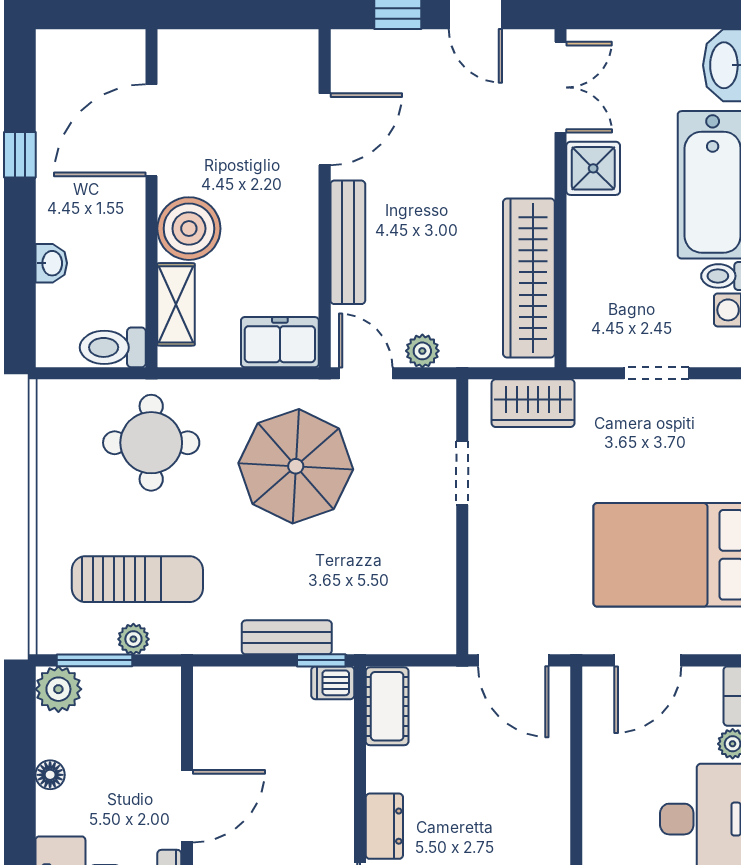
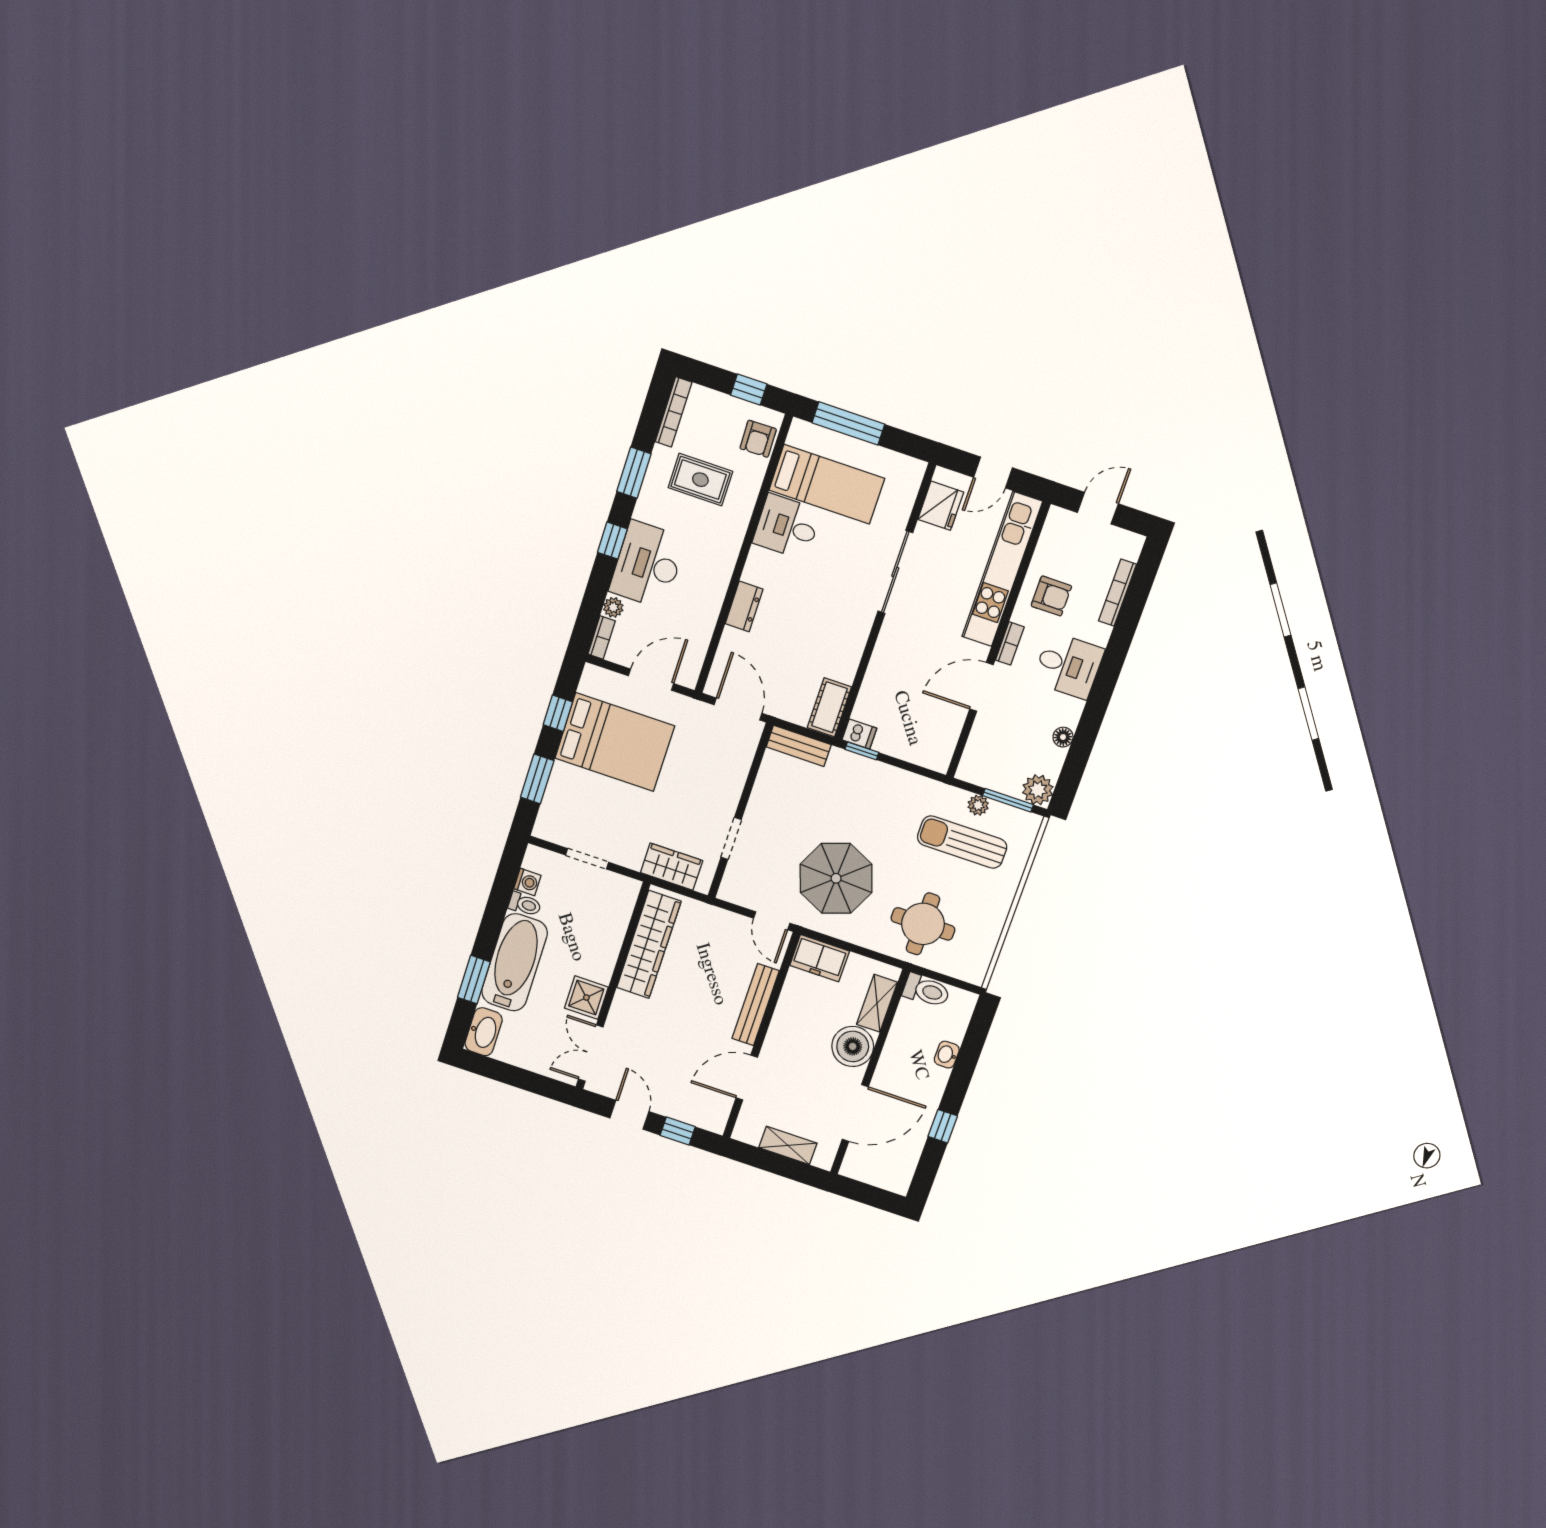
shelving: (232, 48) -> (788, 1145), added
plant: (422, 351) -> (731, 922), removed
bench: (287, 637) -> (799, 746), moved
dresser: (384, 826) -> (744, 606), moved, turned 180

